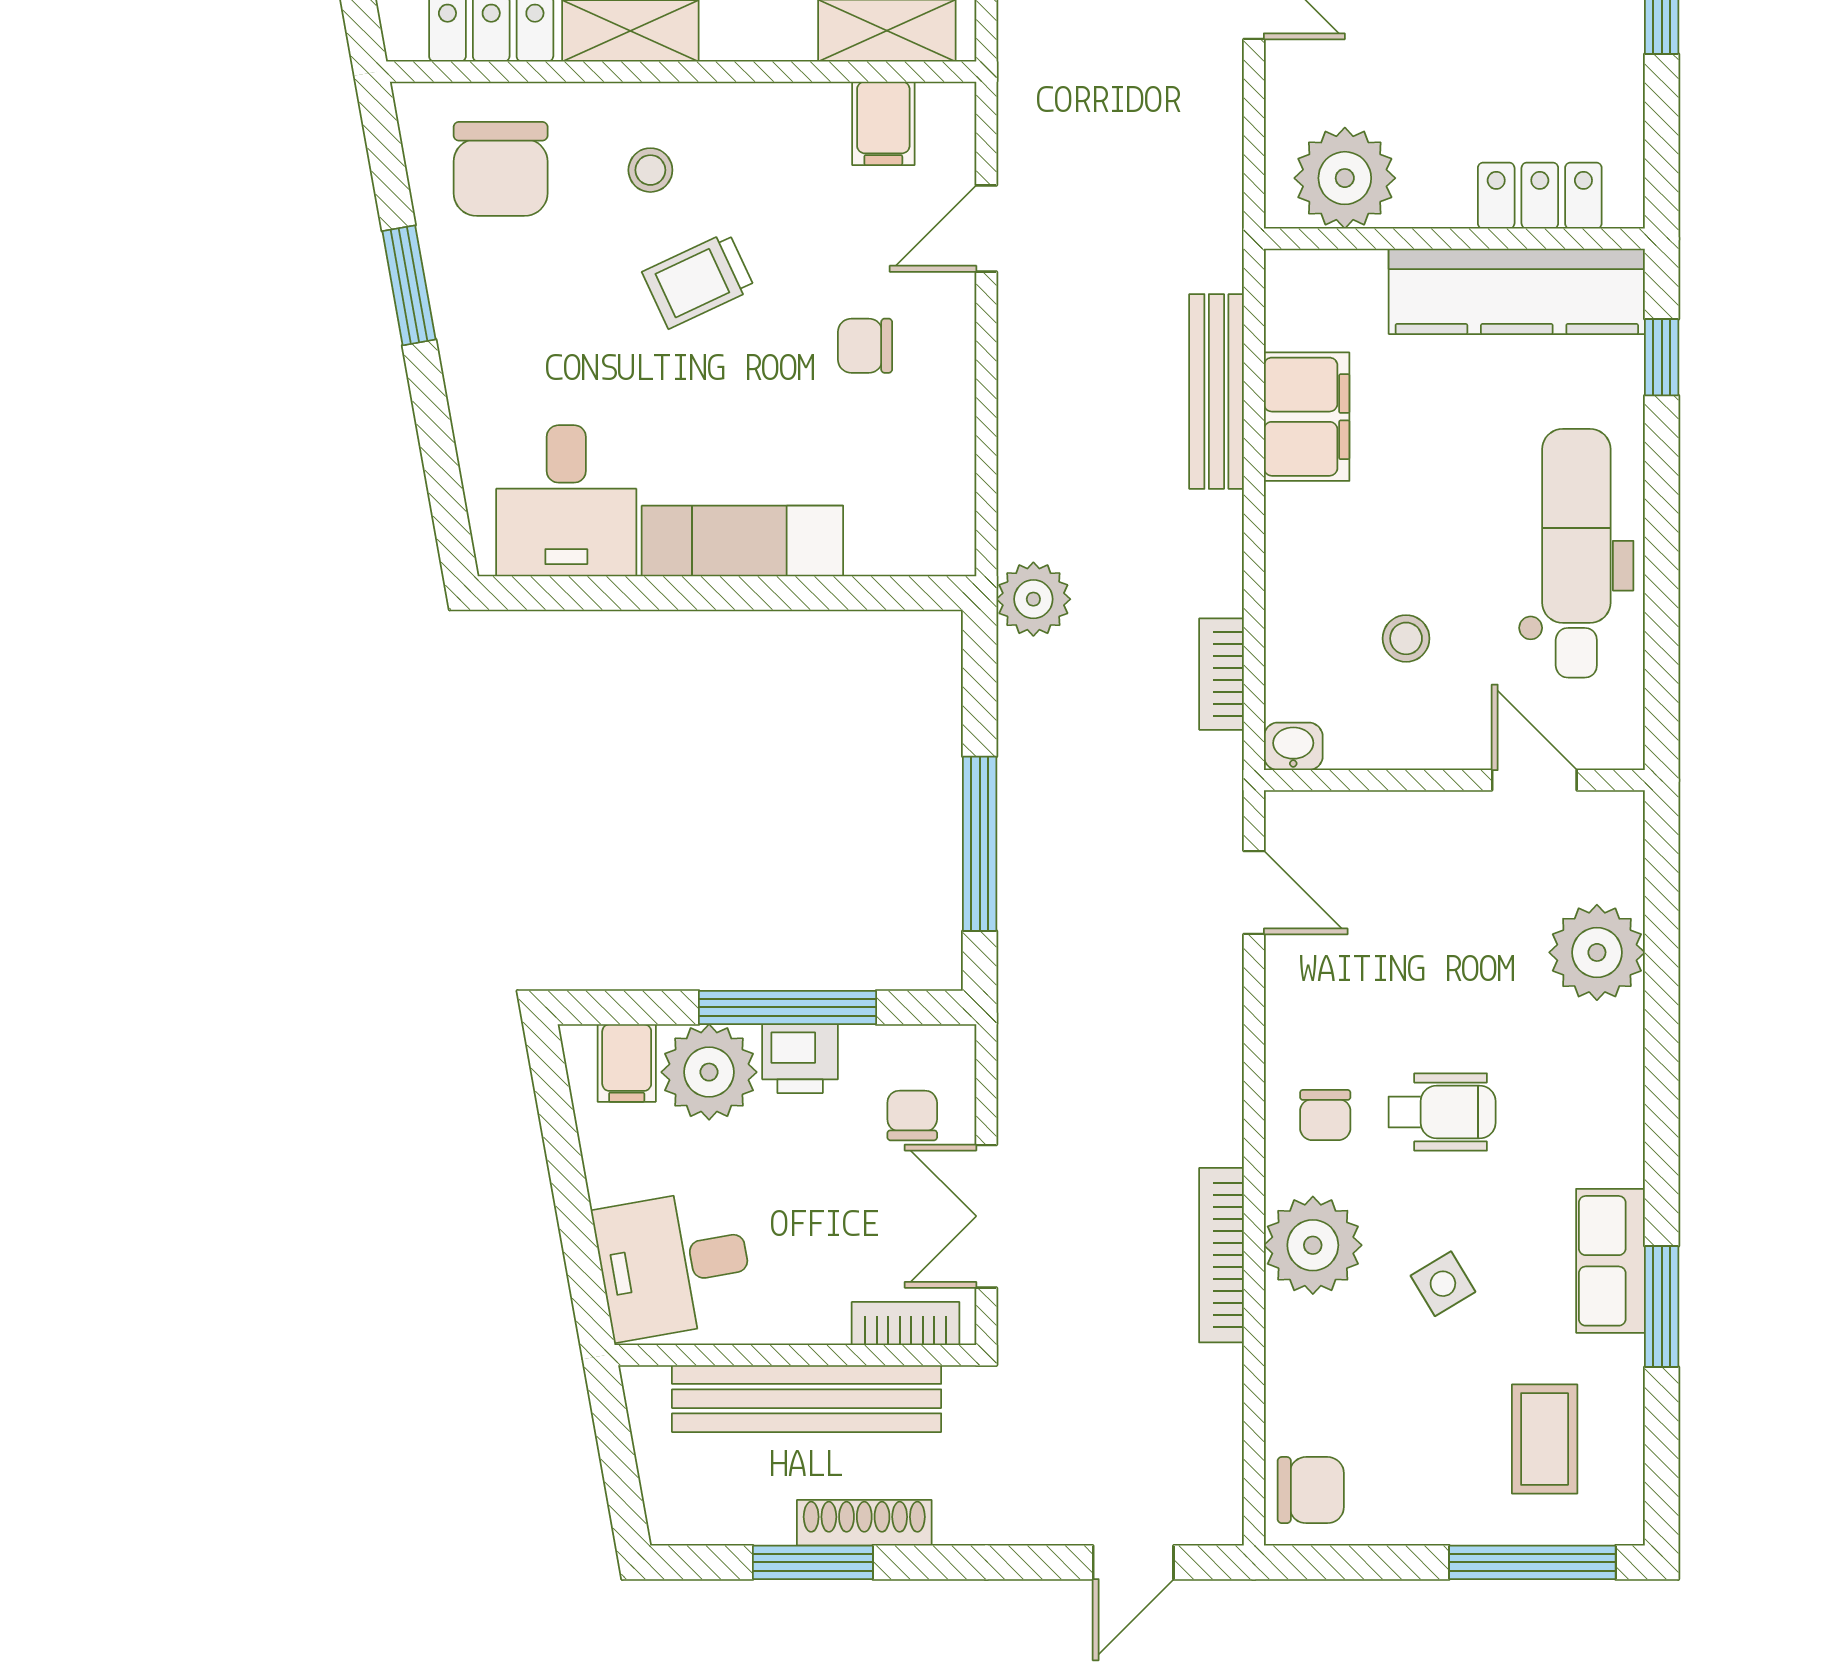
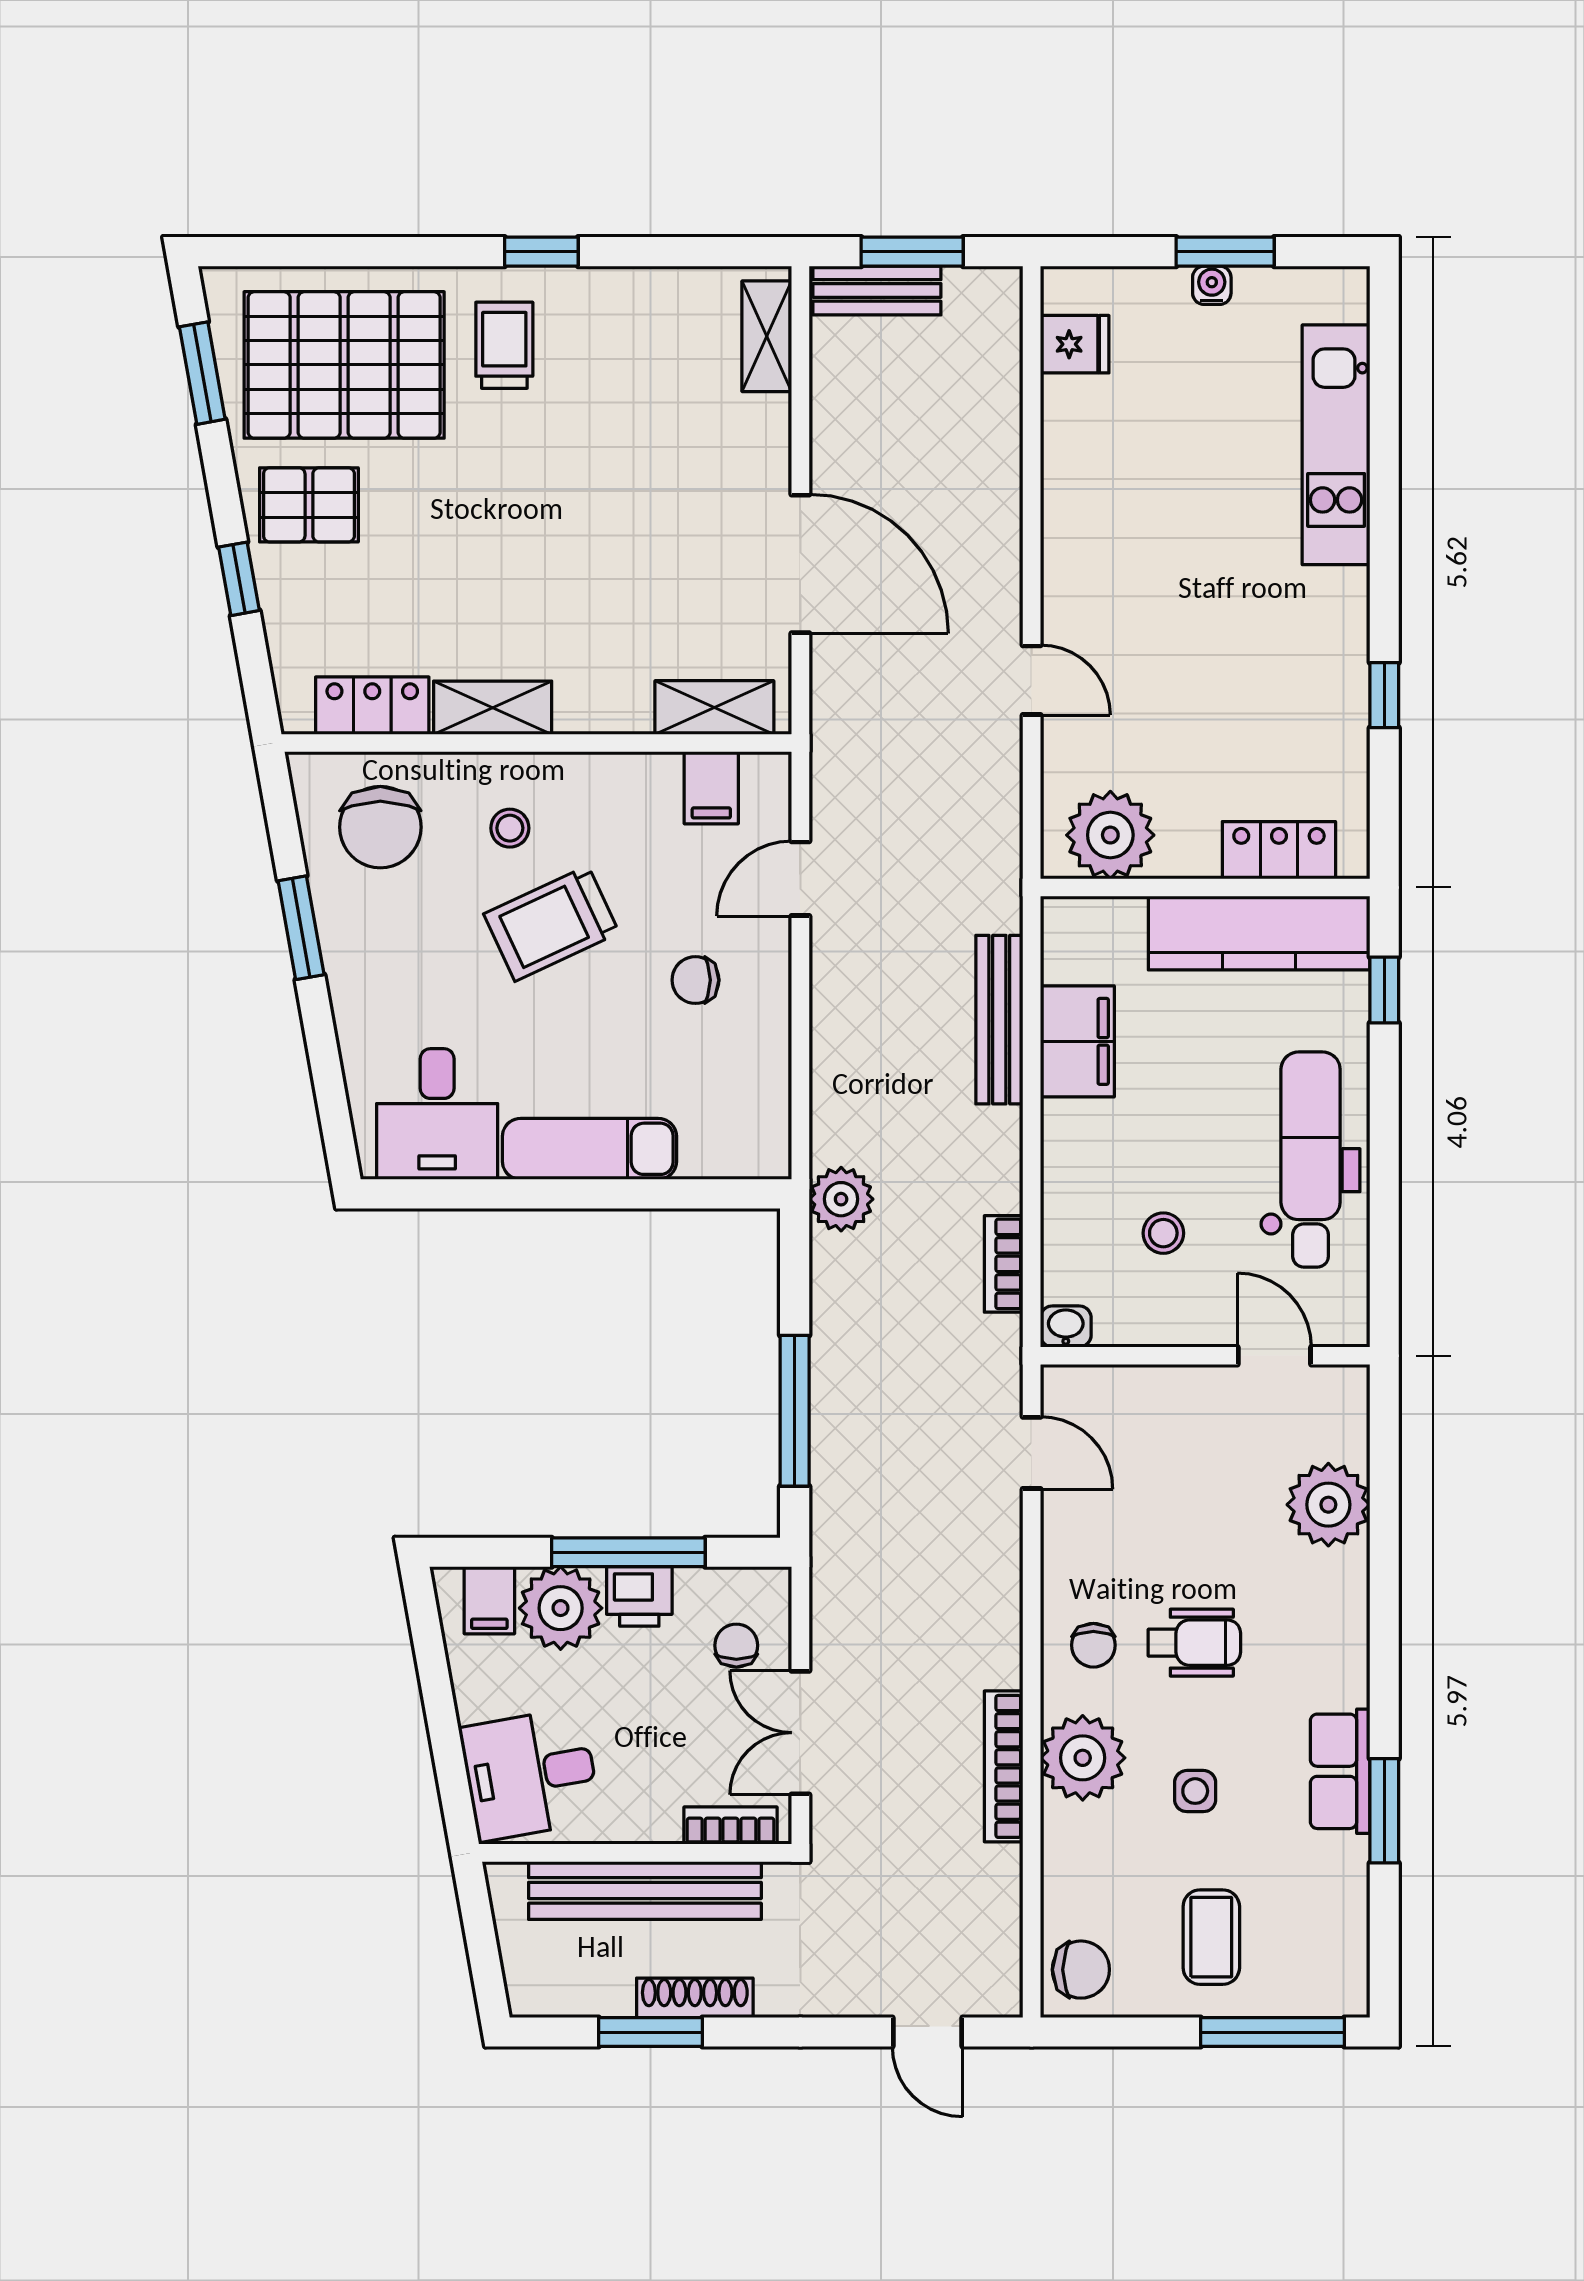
trolley: (698, 280) -> (551, 923), width x1.36, depth x1.39
side table: (1443, 1284) -> (1195, 1791), turned 31
coffee table: (1545, 1439) -> (1211, 1937), moved
door: (1133, 1562) -> (927, 2032), hinge flipped

